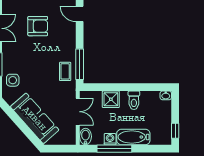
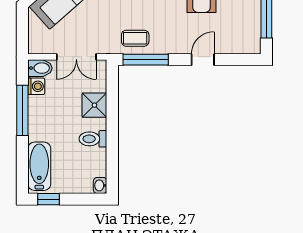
door: (80, 14) -> (203, 60), moved
bathtub: (133, 137) -> (39, 166), moved
washing machine: (110, 139) -> (36, 86), moved

